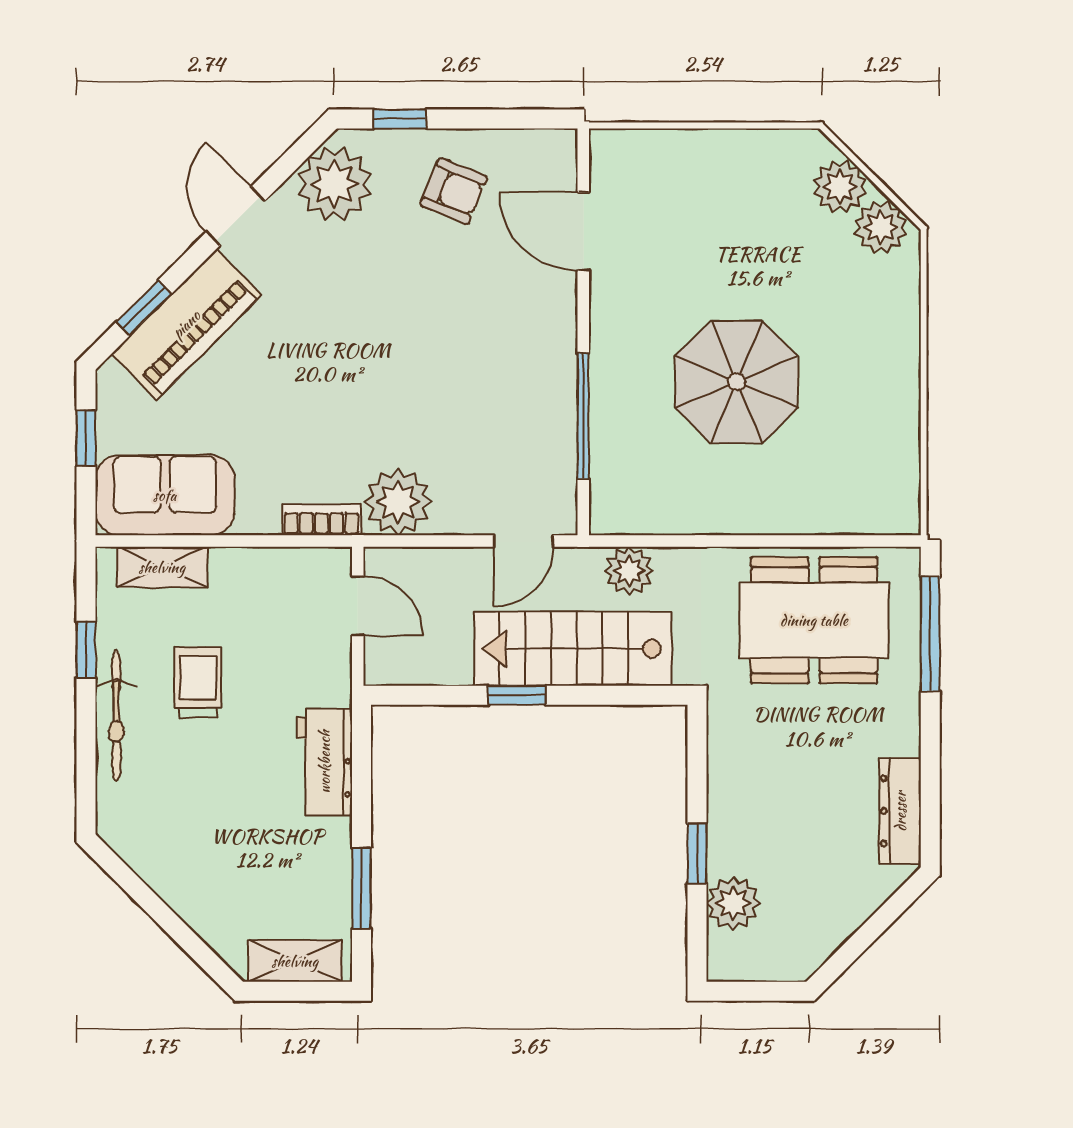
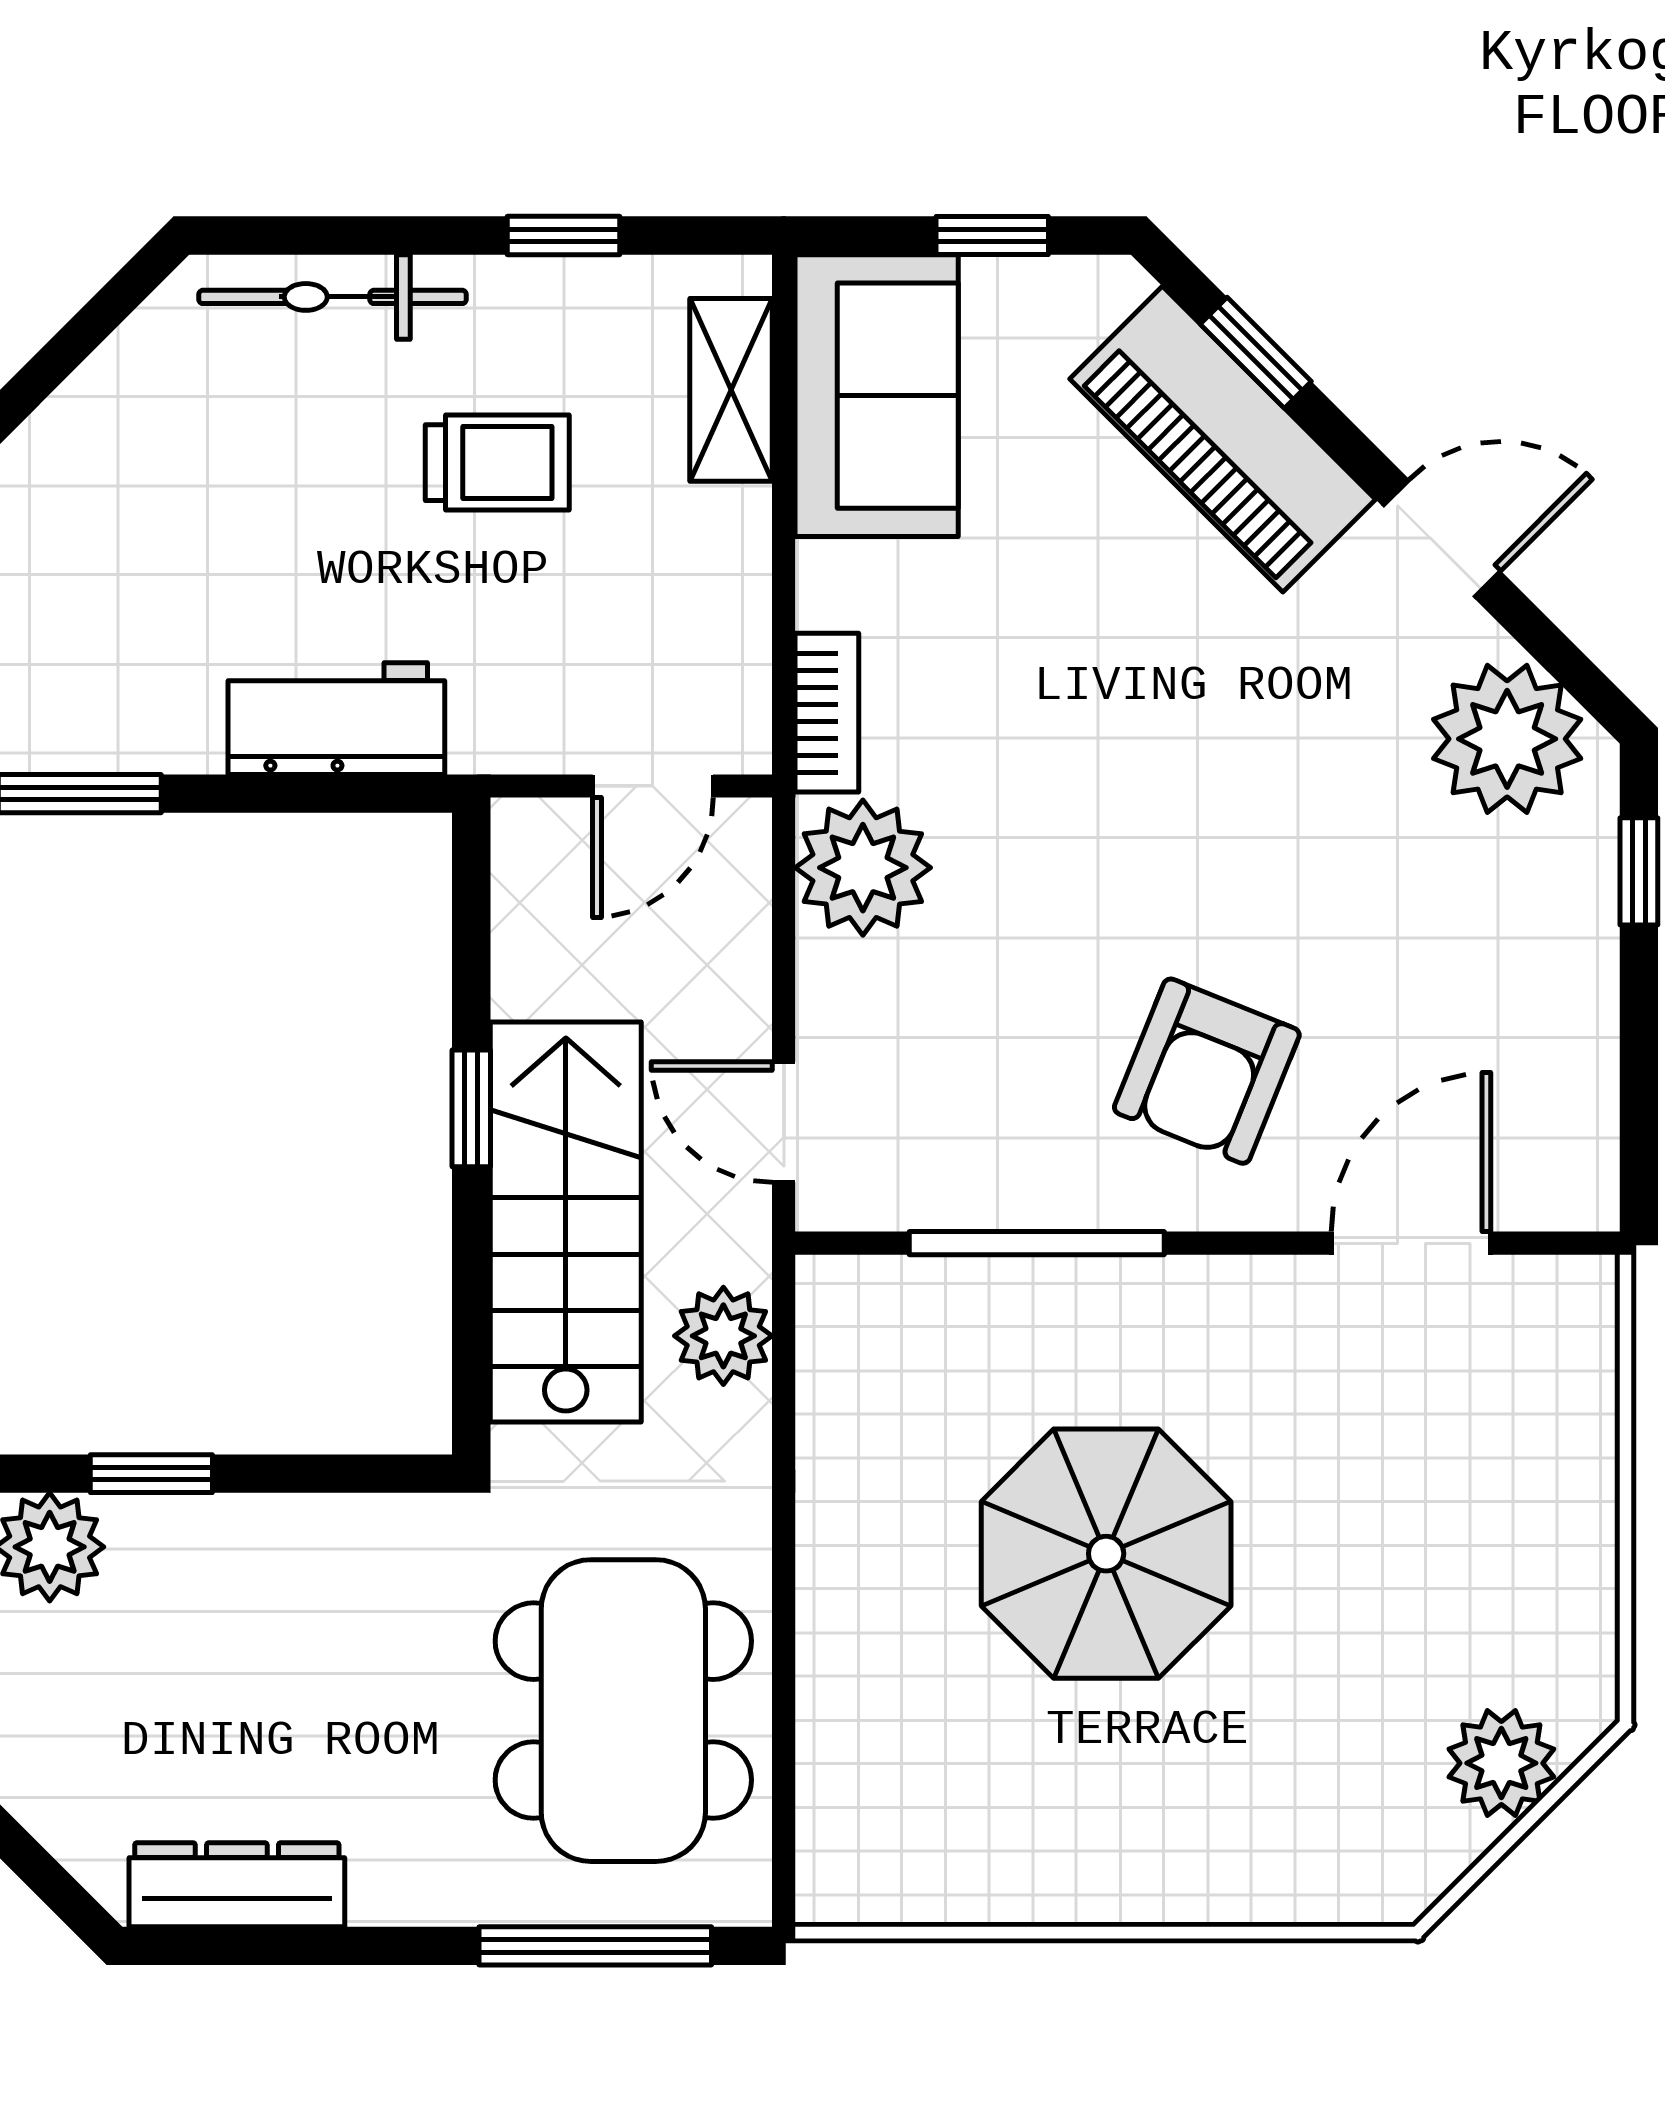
armchair: (454, 191) -> (1207, 1071), moved, width x1.38, depth x1.38
plant: (881, 227) -> (1419, 1845), removed
bicycle: (116, 716) -> (333, 297), moved

